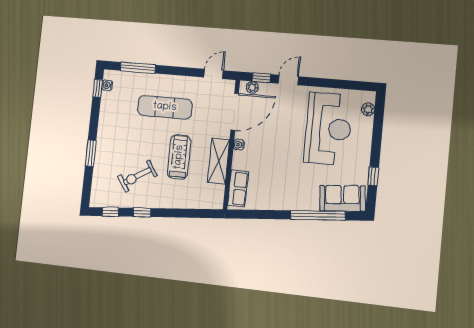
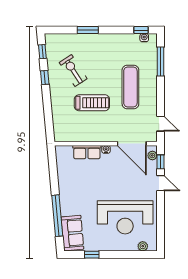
shelving: (219, 161) -> (92, 135), removed
row of seats: (238, 188) -> (87, 152), moved

